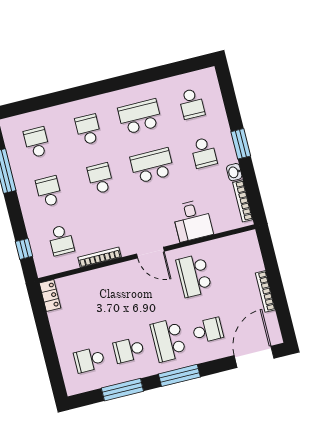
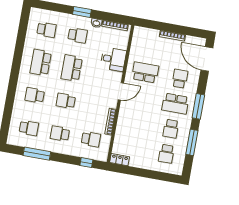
school desk: (37, 142) -> (29, 128), turned 180
school desk: (194, 276) -> (145, 72), turned 180

